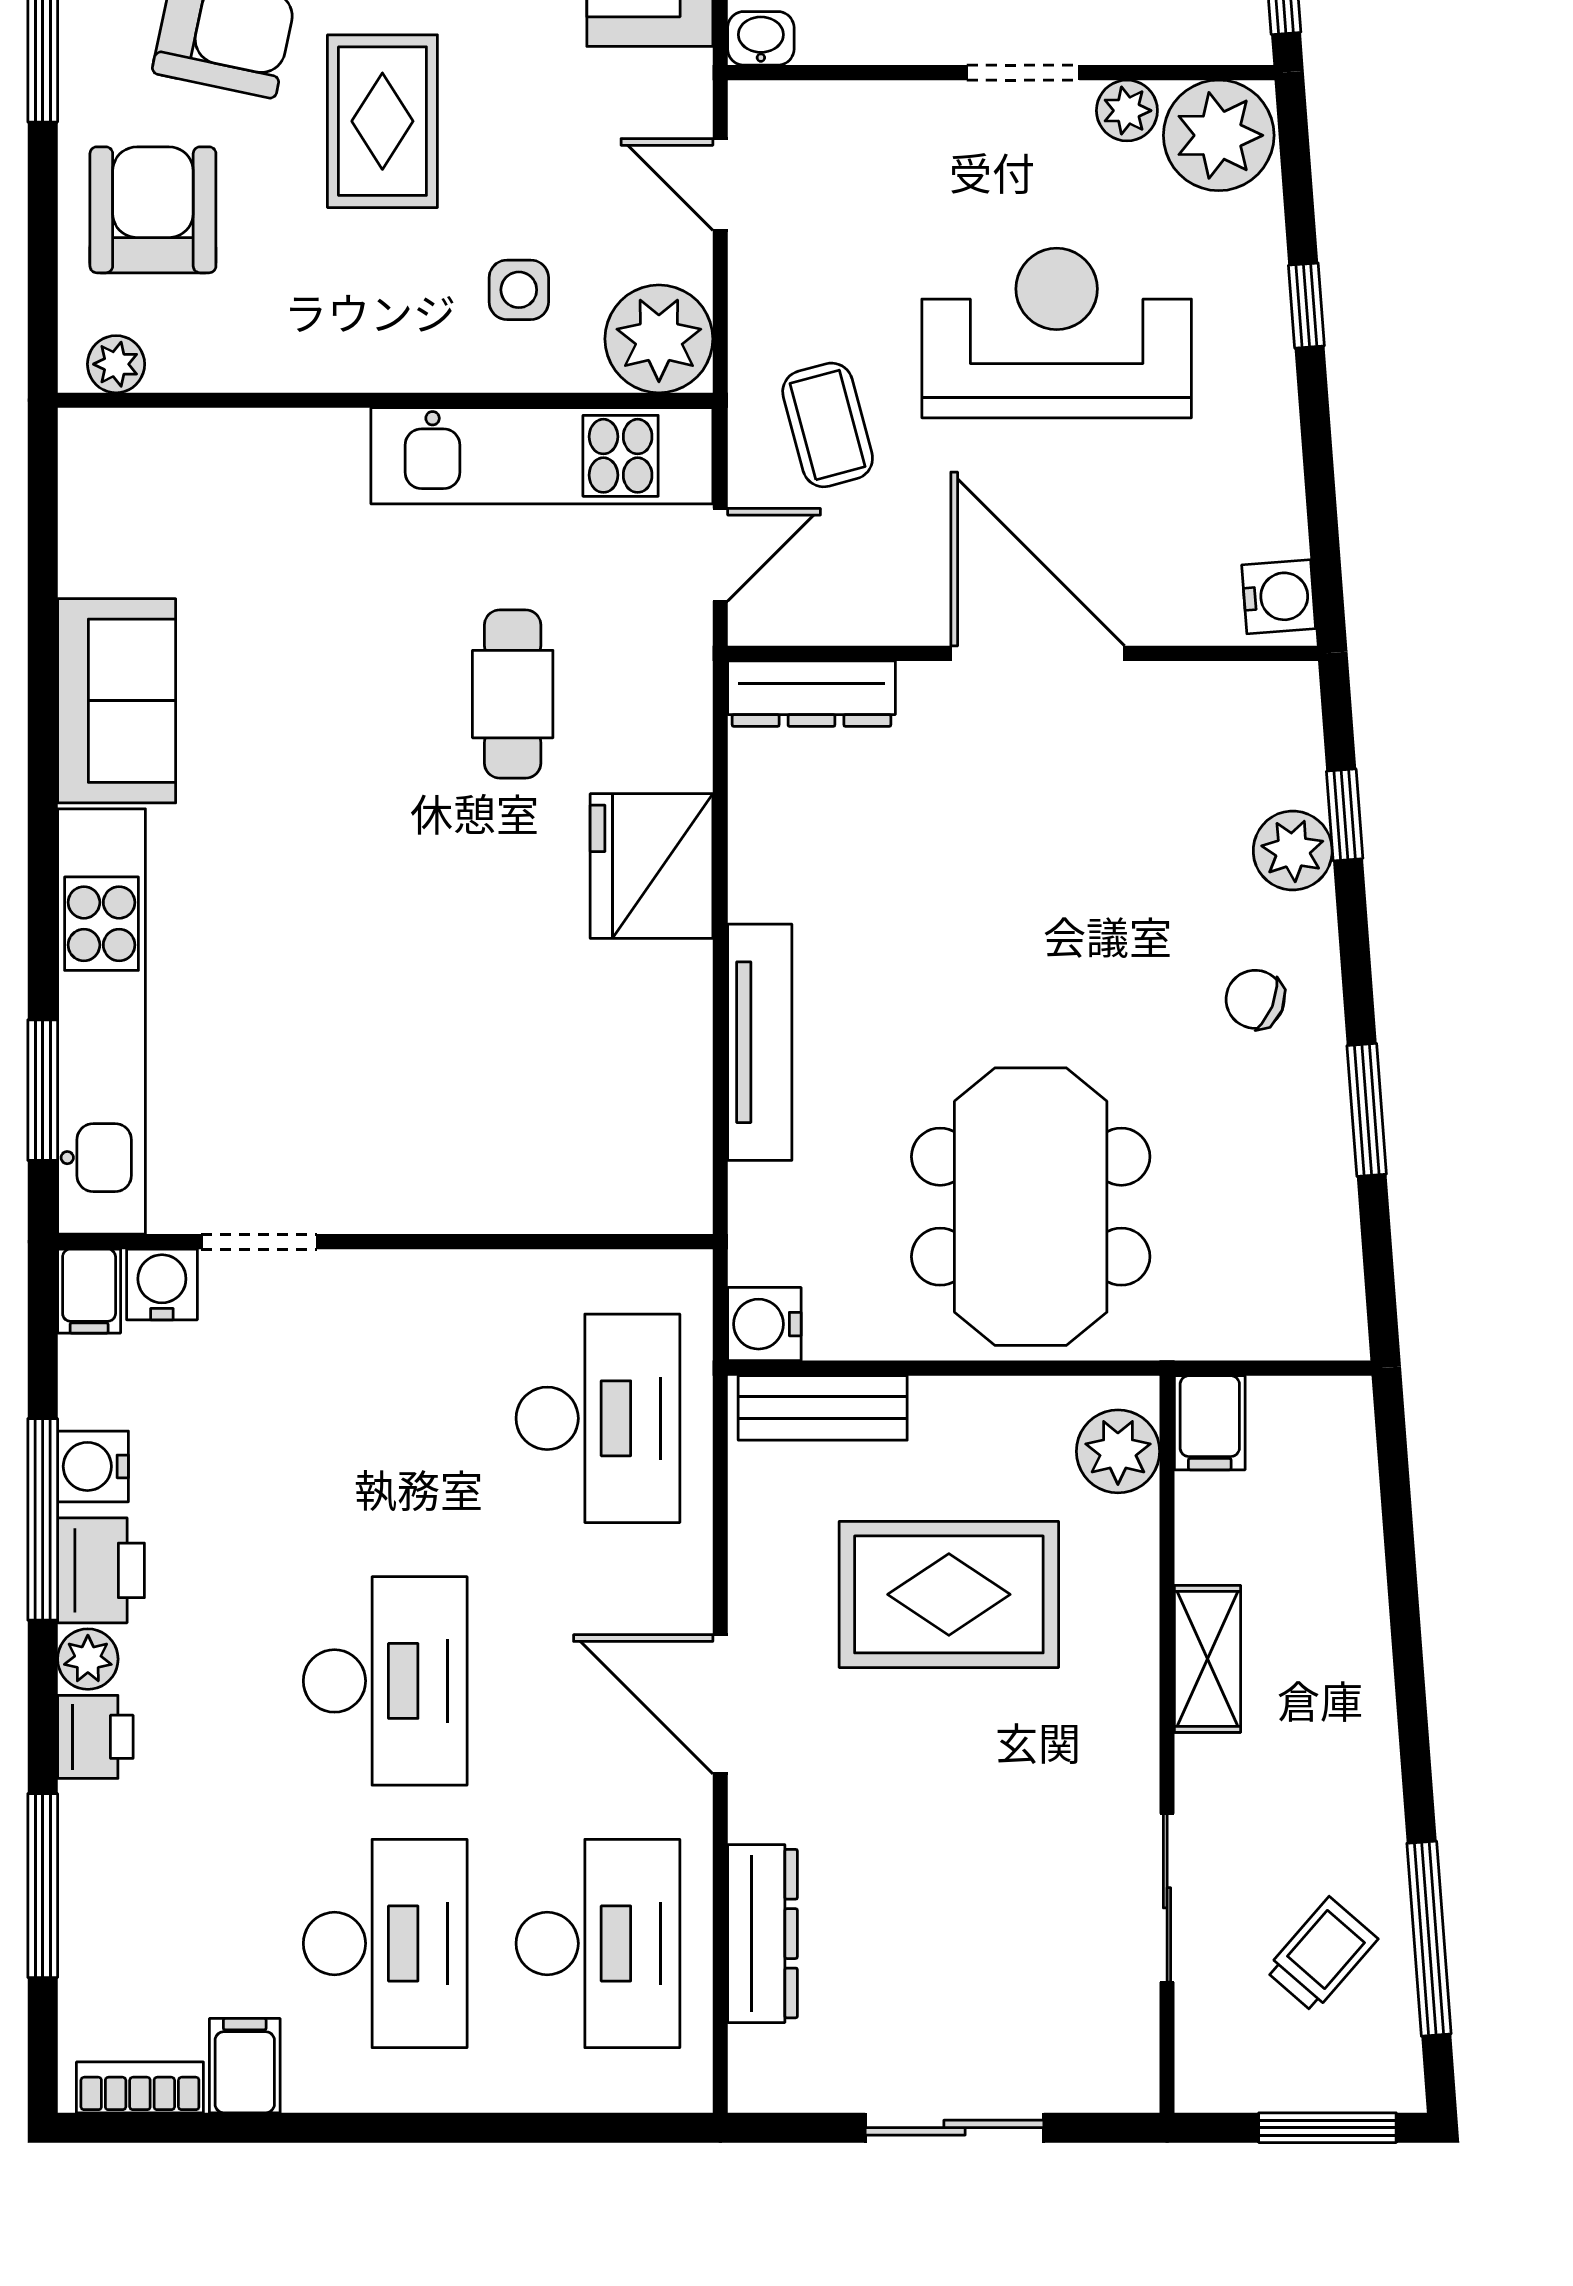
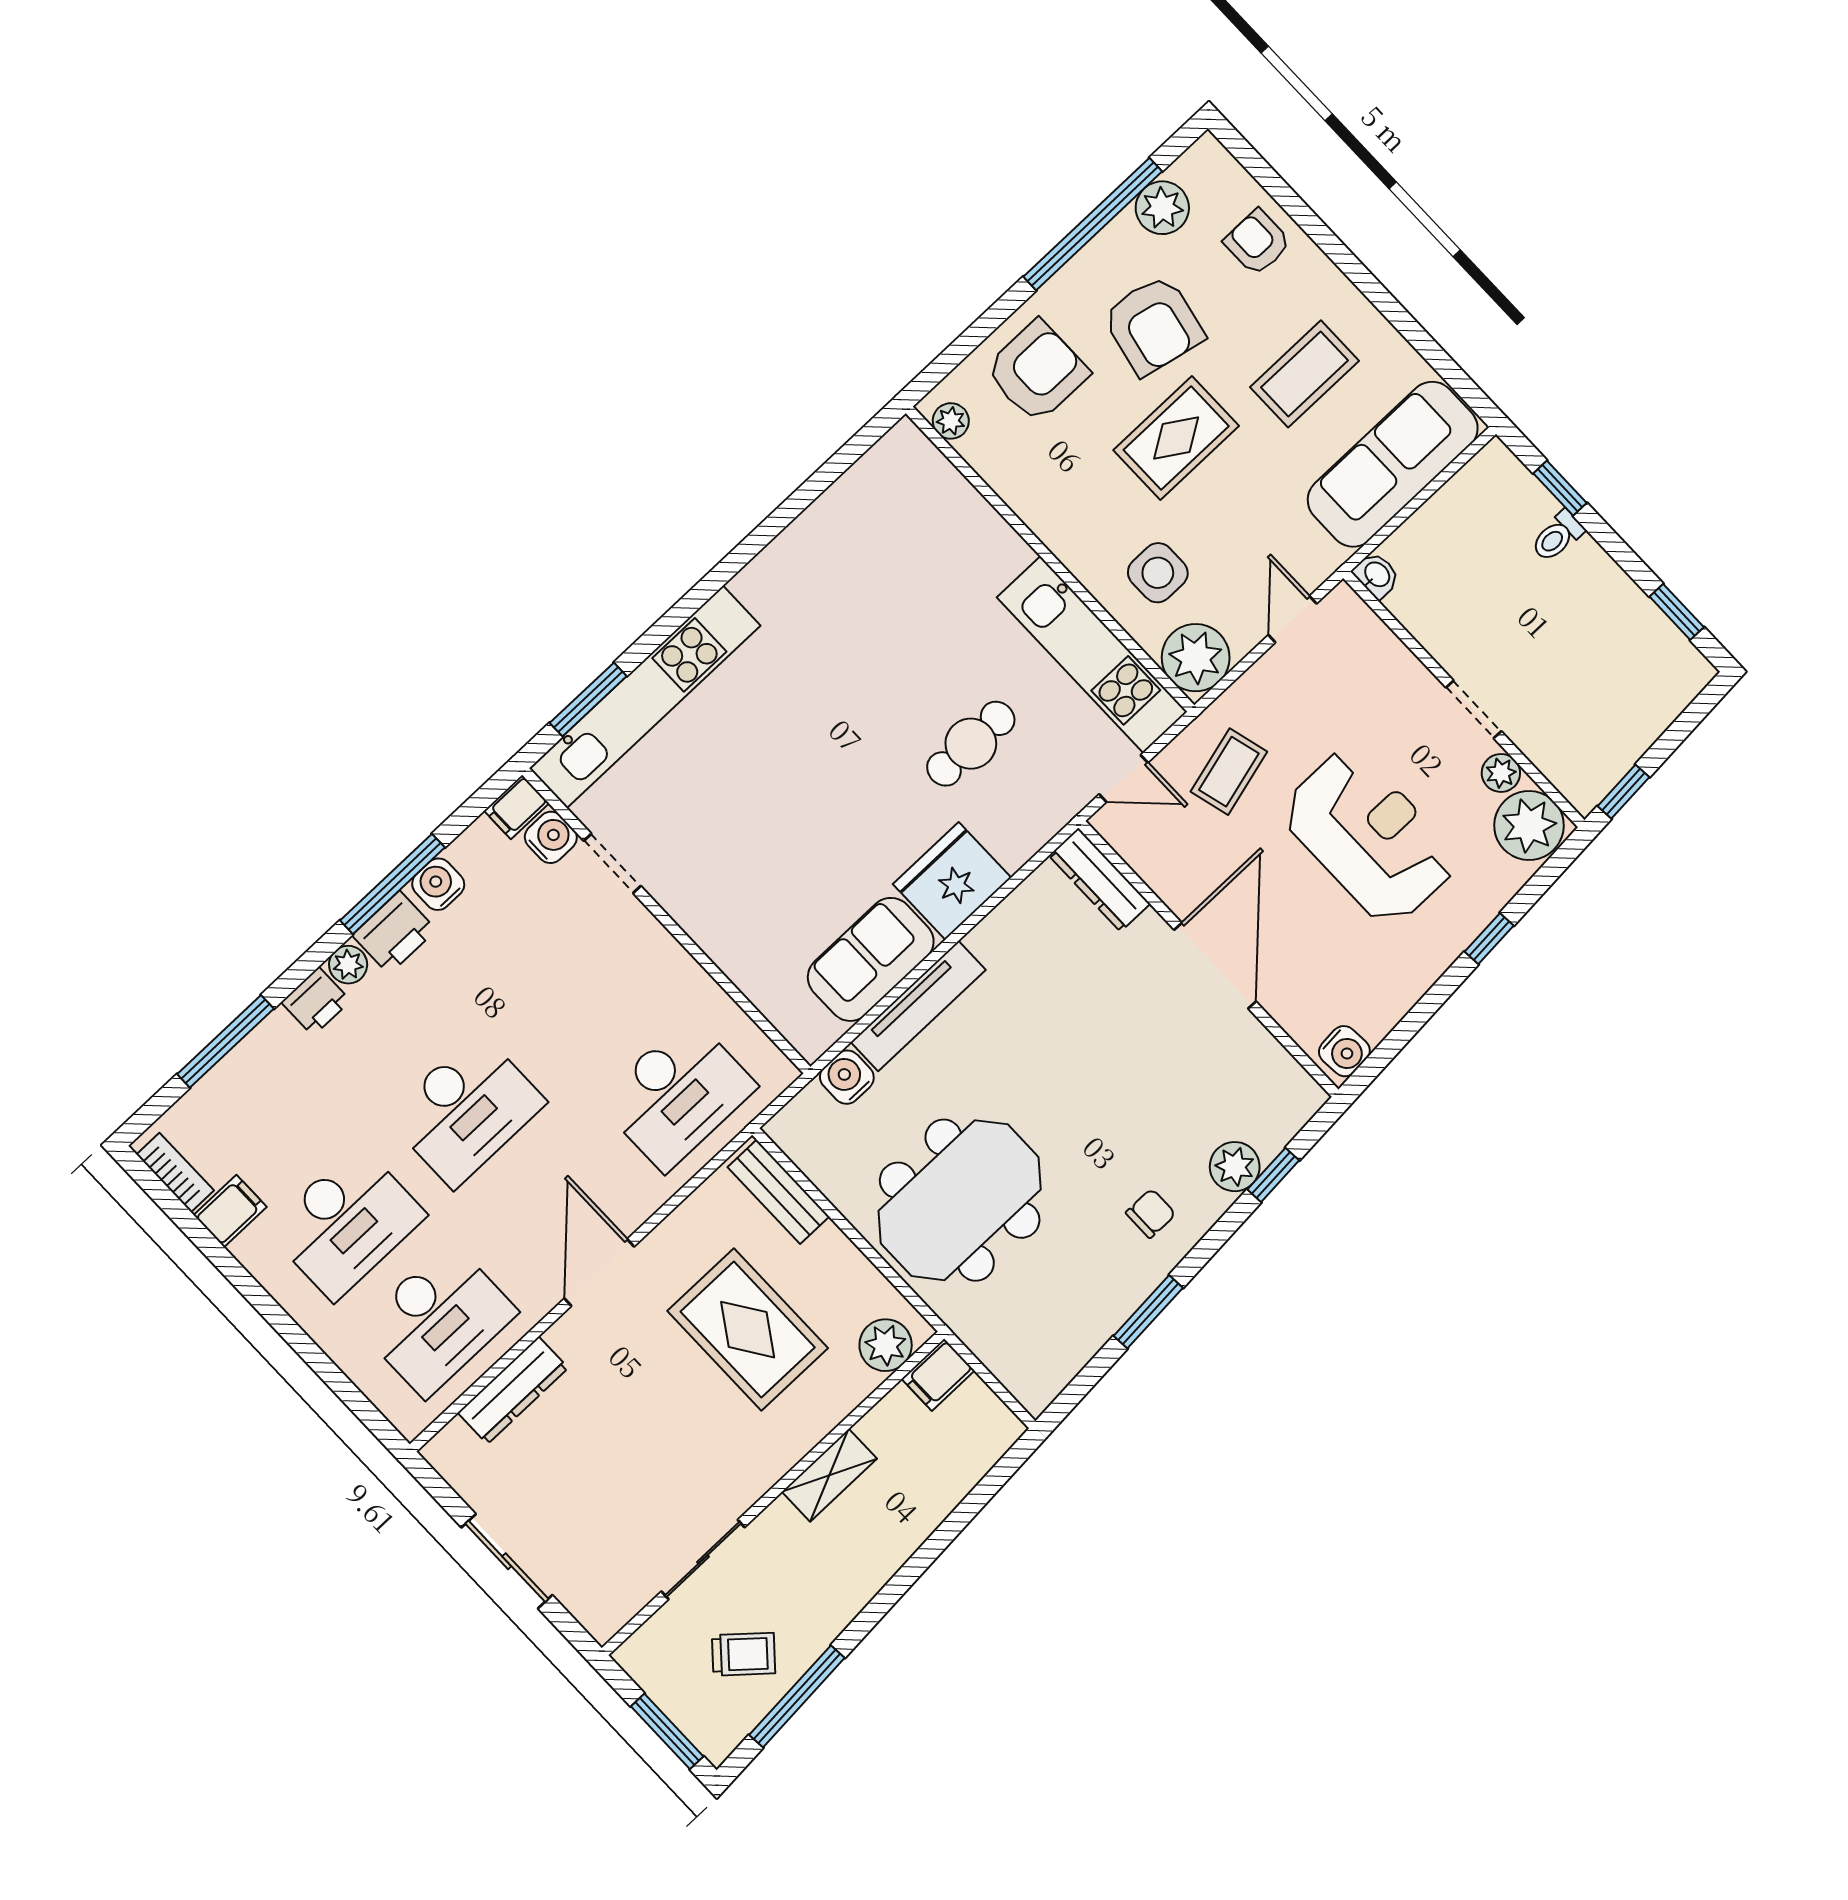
side table: (519, 290) -> (1158, 573), width x1.37, depth x1.37
sofa: (117, 701) -> (871, 959), moved, turned 180
chair: (1255, 999) -> (1151, 1213), turned 68
water cooler: (764, 1324) -> (847, 1077), moved

